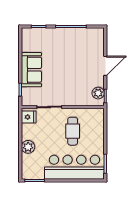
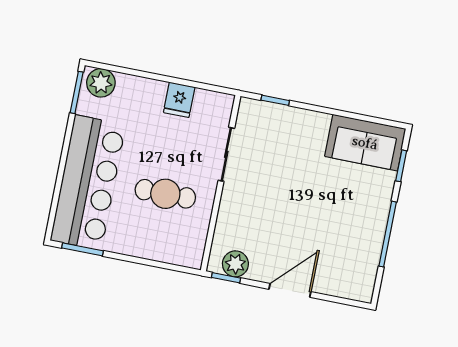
door: (105, 66) -> (290, 290), swing flipped
sofa: (31, 70) -> (365, 143), moved
fridge: (29, 117) -> (179, 100), moved
plant: (28, 147) -> (101, 83), moved

